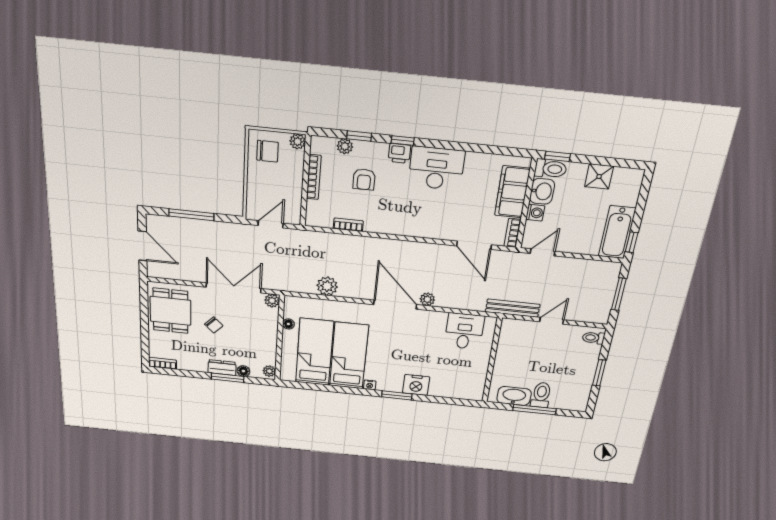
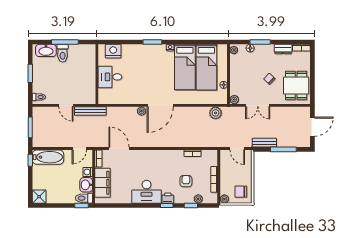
shower: (599, 176) -> (39, 197), moved
door: (271, 224) -> (237, 149), hinge flipped
bench: (224, 229) -> (264, 143), added
bathtub: (617, 232) -> (48, 157), moved, turned 90
door: (142, 246) -> (312, 127), swing flipped
plant: (327, 286) -> (216, 113), moved
double door: (234, 288) -> (258, 105), width x0.73
door: (395, 305) -> (160, 105), hinge flipped
door: (552, 321) -> (66, 105), hinge flipped
desk: (464, 331) -> (110, 77), moved, turned 90
dresser: (222, 368) -> (283, 49), moved
nightstand: (416, 385) -> (113, 51), moved
washbasin: (514, 396) -> (46, 50), moved

